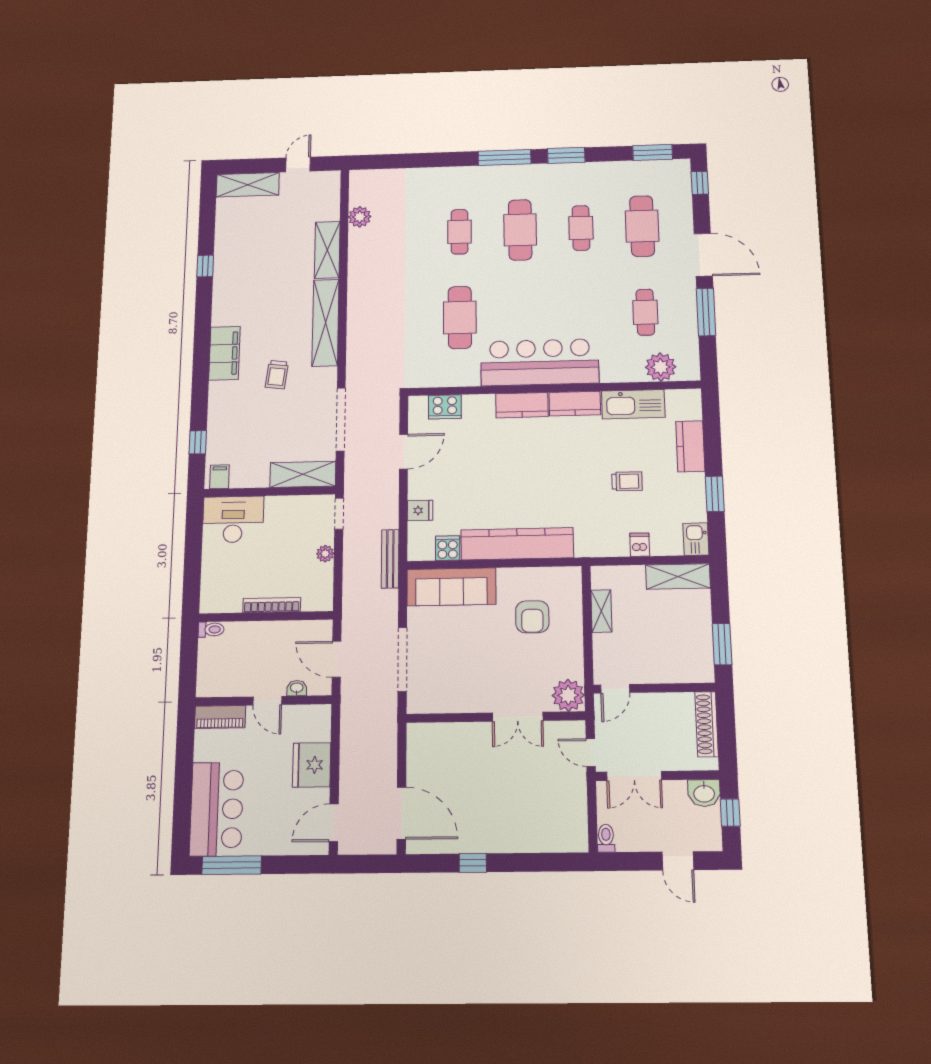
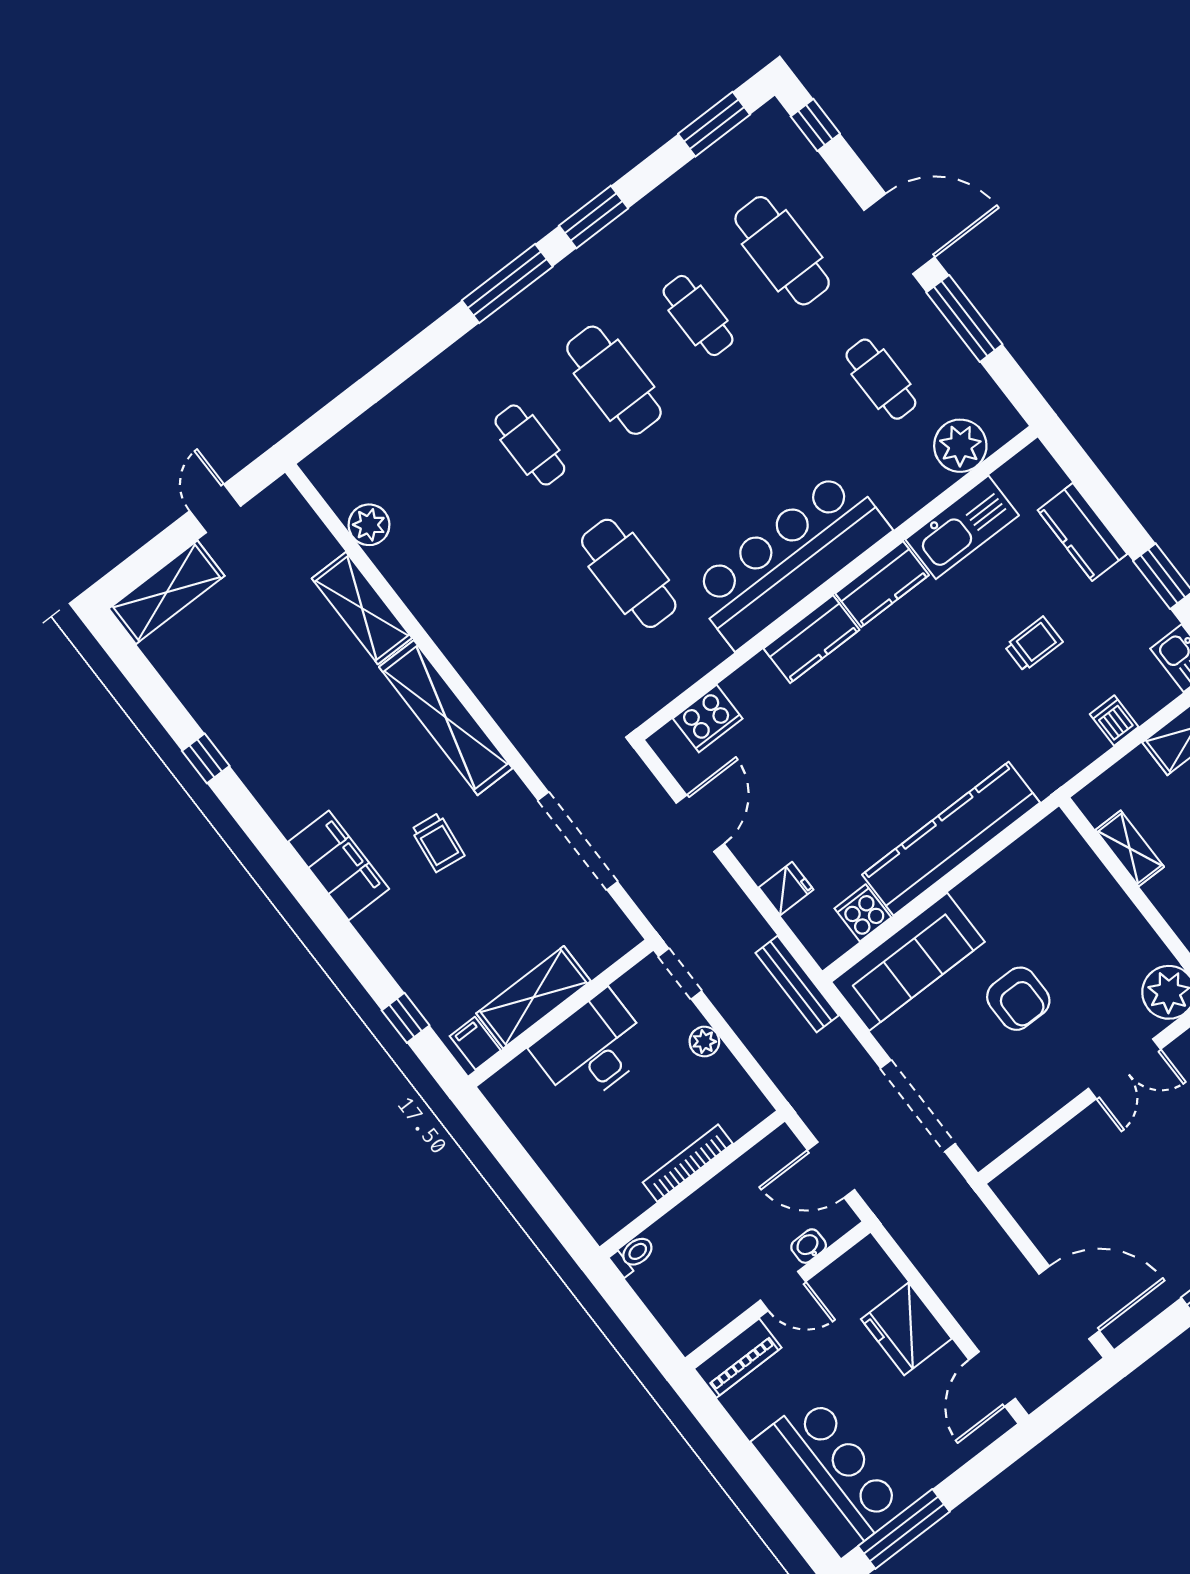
shelving: (303, 474) -> (533, 997), moved
desk: (233, 519) -> (592, 1049), moved
armchair: (532, 617) -> (1018, 999), moved

